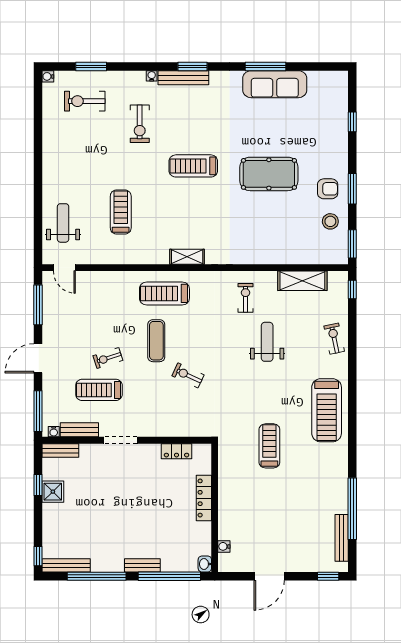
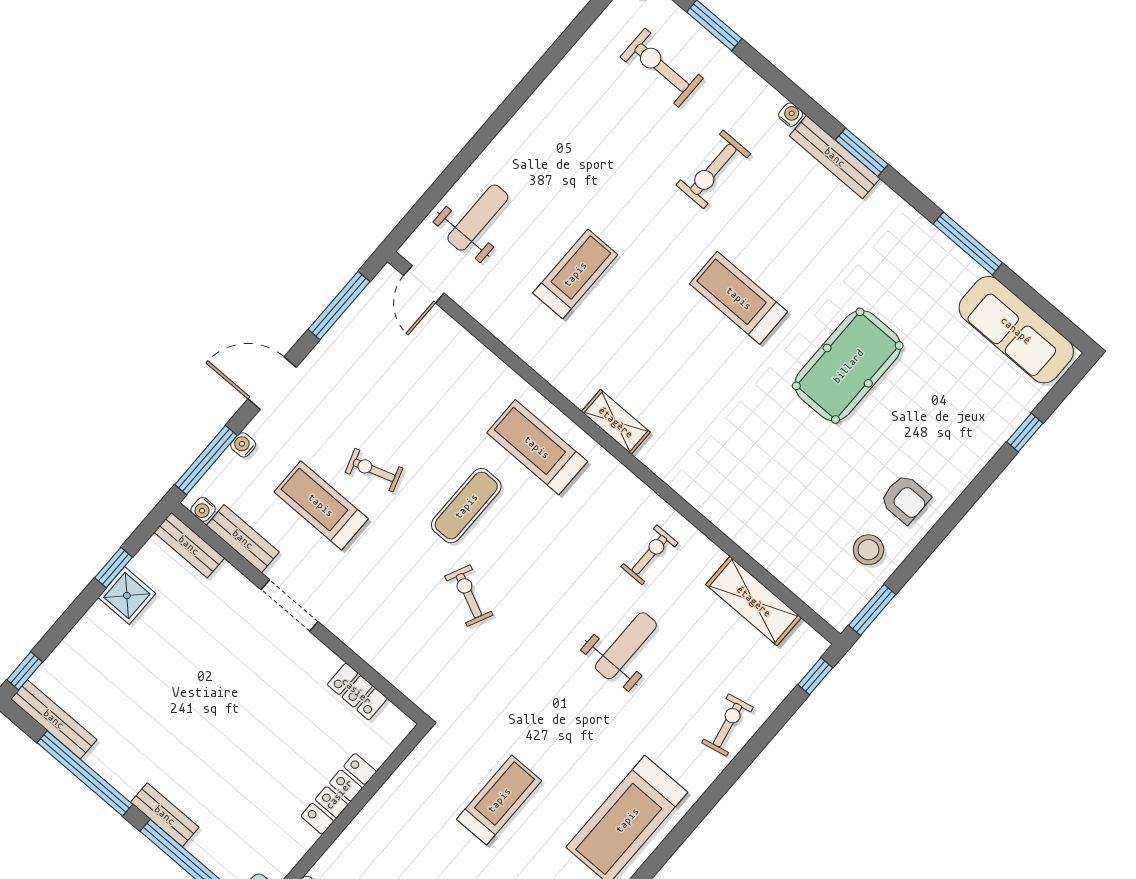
sofa: (275, 84) -> (1016, 330), moved
pool table: (269, 174) -> (848, 366), moved, turned 90
window: (352, 189) -> (941, 530), removed
water cooler: (48, 393) -> (243, 445), added

